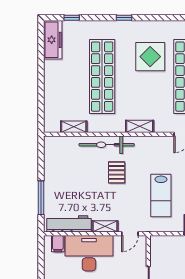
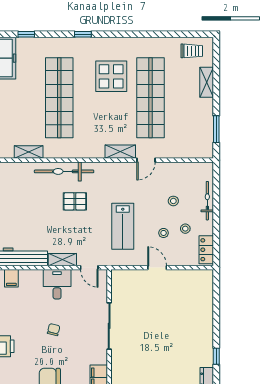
shelving: (140, 126) -> (120, 152), moved
pallet: (117, 172) -> (75, 201), turned 90
door: (130, 234) -> (89, 268), hinge flipped
desk: (89, 253) -> (57, 284), width x0.53, depth x0.77

